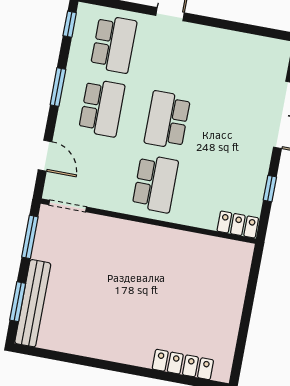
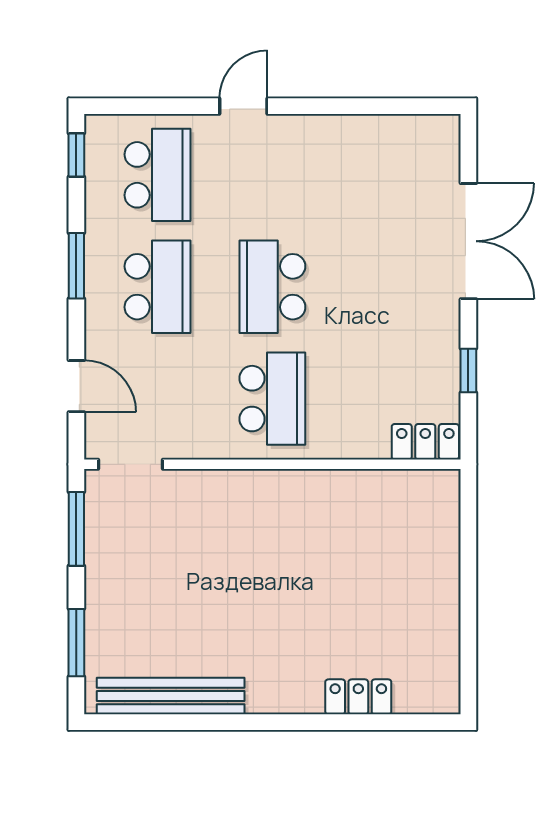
bench: (33, 303) -> (171, 696), moved, turned 90
locker: (183, 364) -> (358, 697), width x0.66

